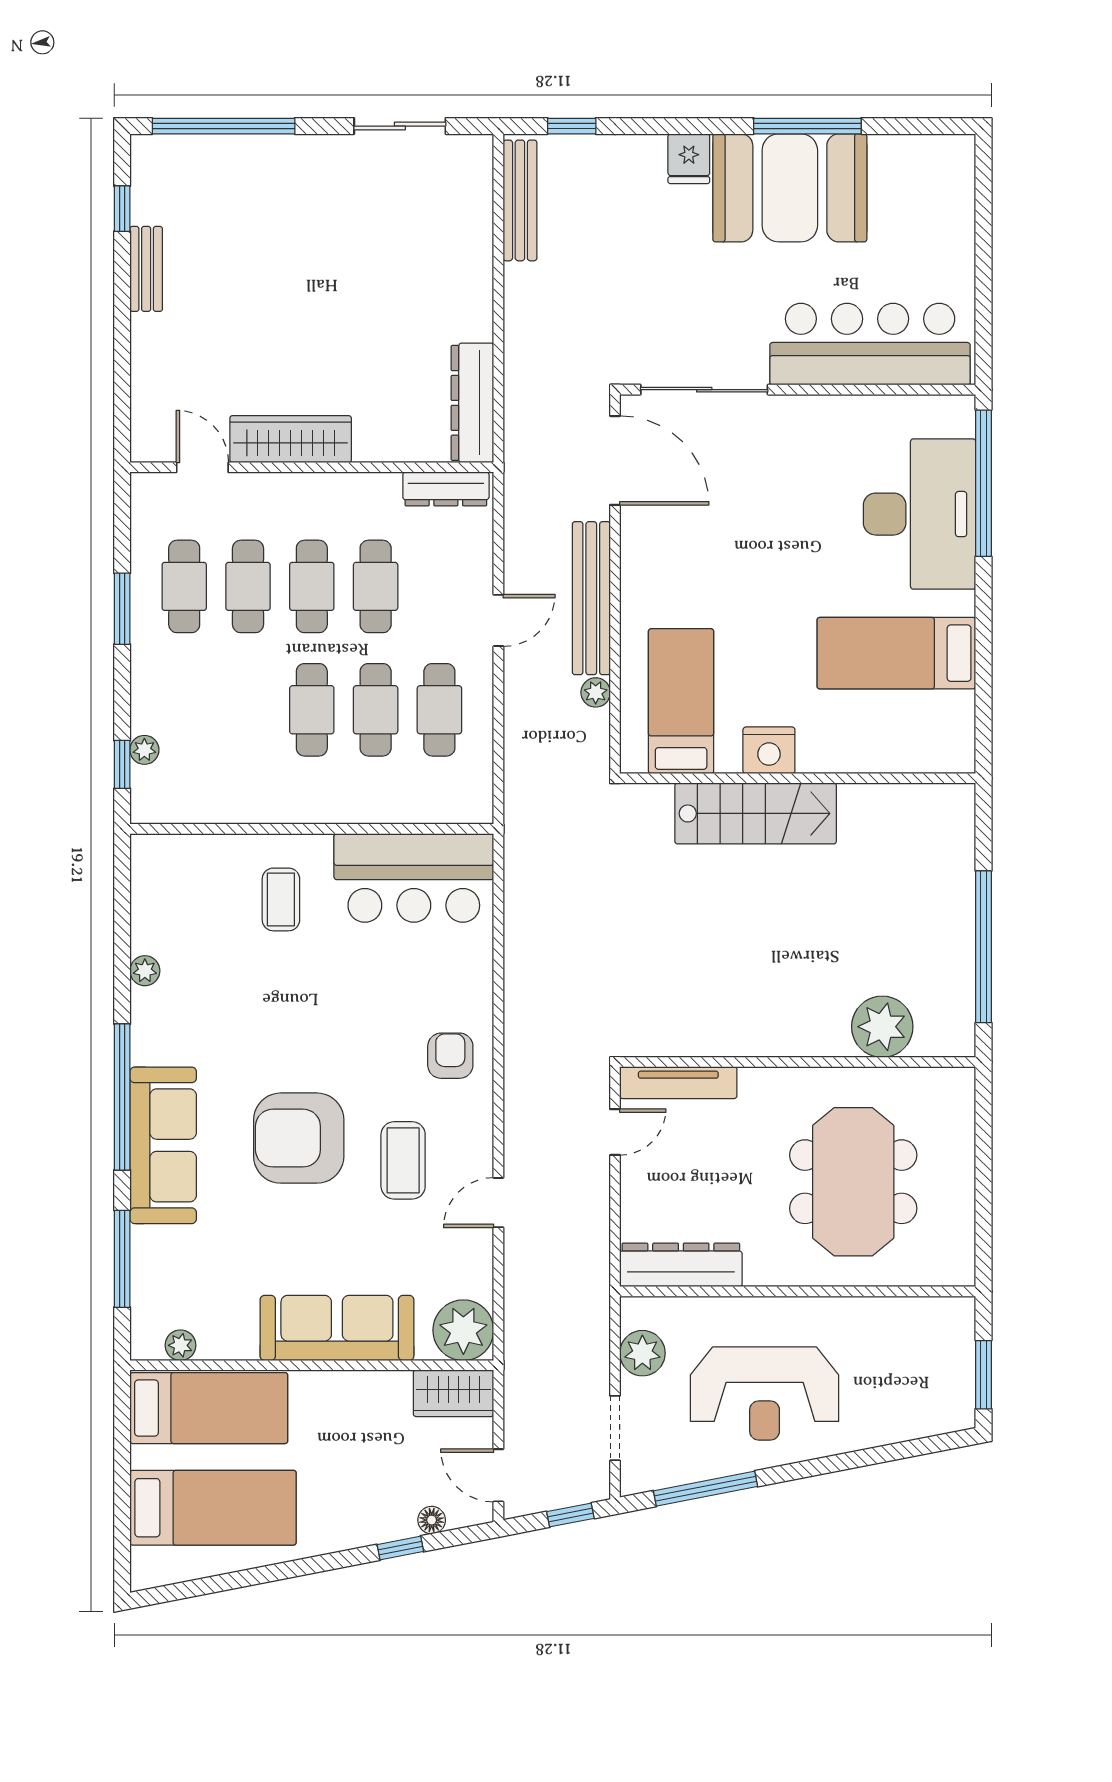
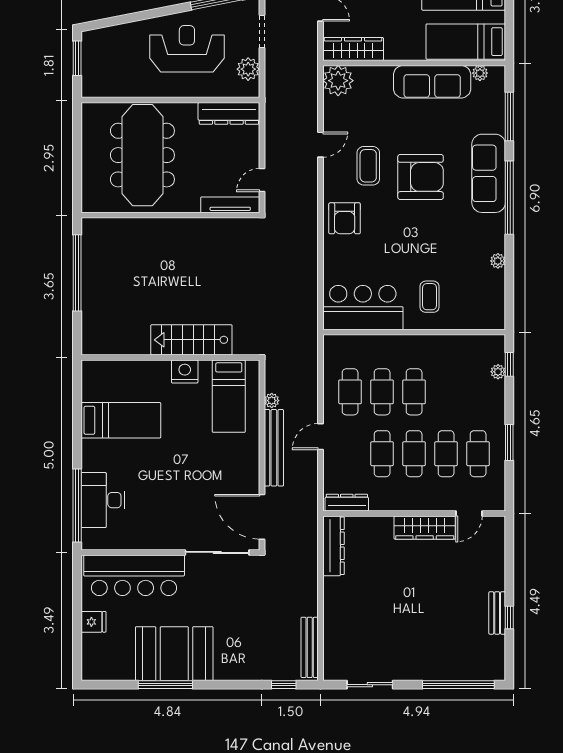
fridge: (689, 159) -> (93, 622), moved, turned 90
window: (122, 209) -> (509, 617), moved
door: (202, 467) -> (469, 513), hinge flipped
desk: (919, 514) -> (103, 500), width x0.73, depth x0.77
plant: (882, 1027) -> (128, 233), removed
armchair: (450, 1056) -> (345, 218), width x1.38, depth x1.38
meeting table: (853, 1182) -> (142, 155), width x1.36
sofa: (337, 1328) -> (432, 82), moved
wardrobe: (454, 1393) -> (353, 49), width x1.50

